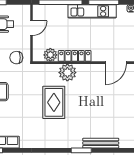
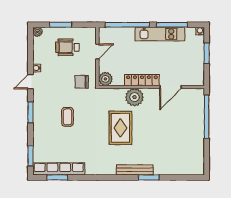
plant: (50, 55) -> (105, 79), moved
door: (116, 63) -> (171, 87), moved
bench: (101, 143) -> (135, 170), moved

